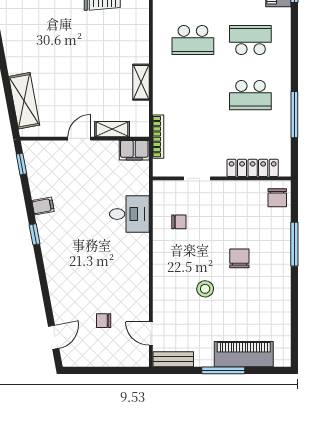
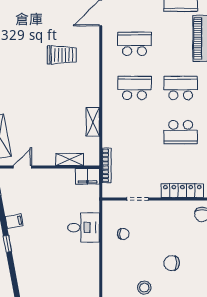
school desk: (193, 40) -> (134, 88), turned 180
door: (79, 139) -> (23, 167), moved
chair: (239, 258) -> (172, 263), turned -90

